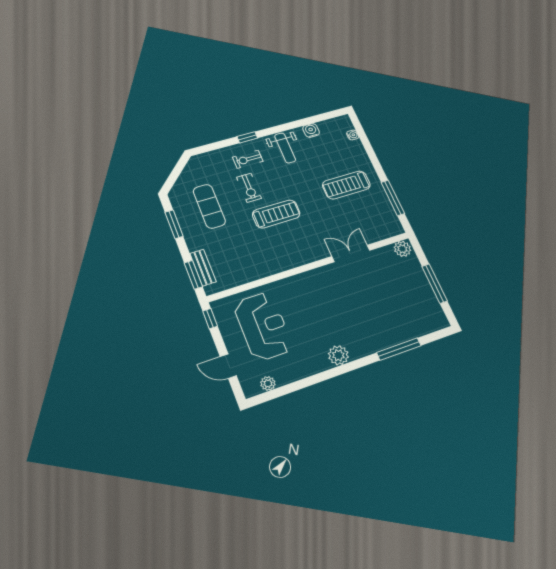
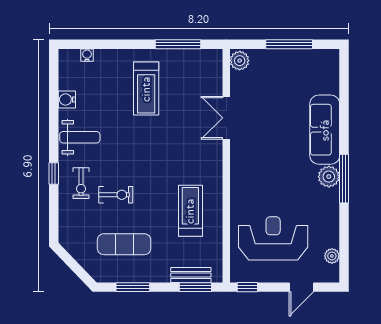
treadmill: (276, 214) -> (190, 211), moved
sofa: (378, 337) -> (325, 130), added
window: (399, 349) -> (344, 179), moved

